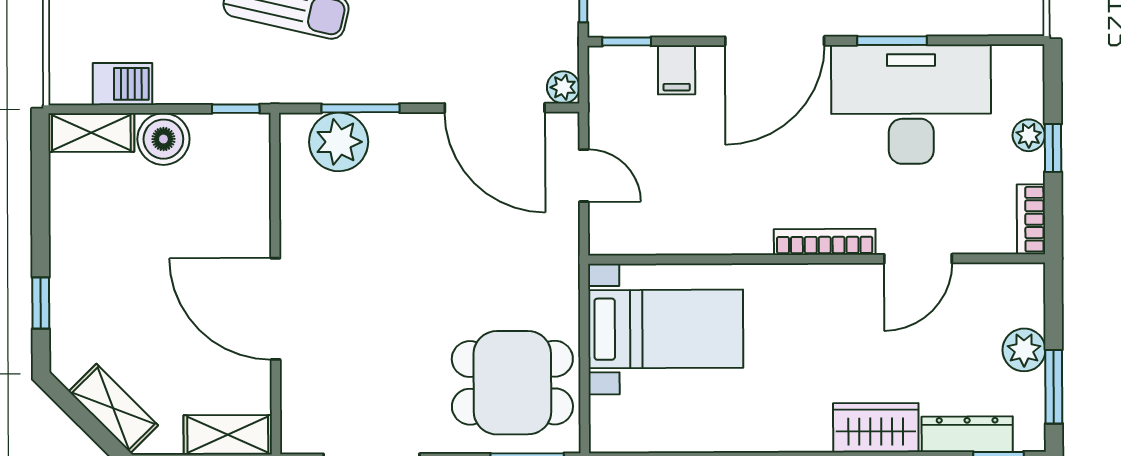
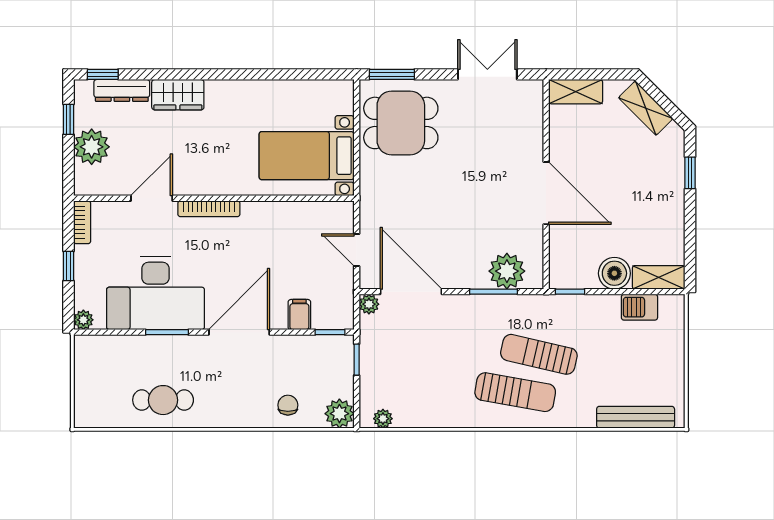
plant: (1029, 135) -> (83, 320), moved
door: (275, 309) -> (546, 193), moved
plant: (1024, 350) -> (92, 147), width x1.36, depth x1.36
window: (1054, 387) -> (69, 119), width x0.67

